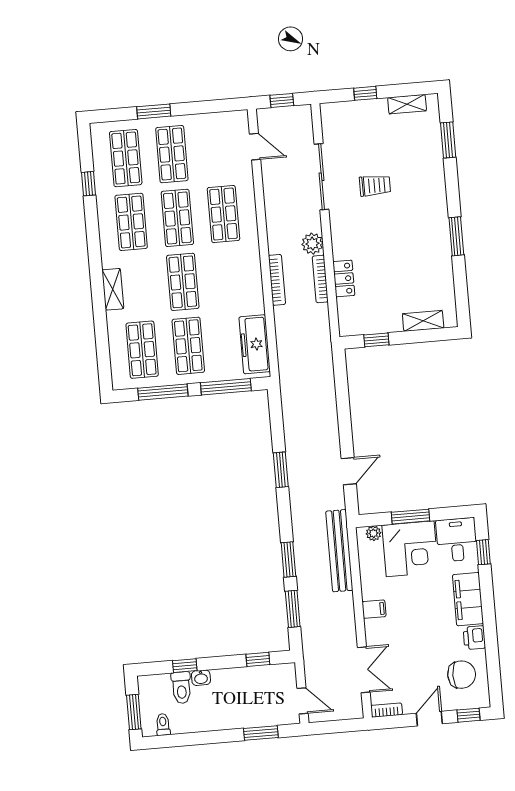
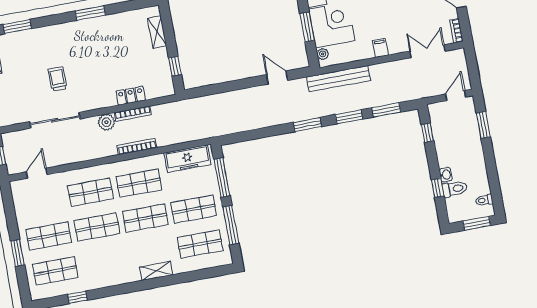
shop shelf: (131, 222) -> (139, 183), moved
window: (281, 470) -> (307, 125), moved

